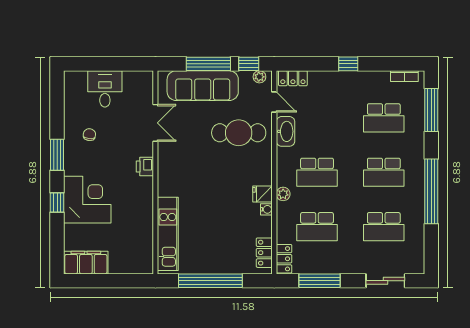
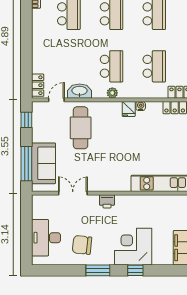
window: (208, 64) -> (26, 164), moved
window: (348, 64) -> (26, 42), removed
plant: (259, 77) -> (37, 111), removed
sofa: (203, 86) -> (44, 163), width x0.73
desk: (105, 89) -> (46, 238), width x1.37
chair: (89, 135) -> (82, 245), width x1.87, depth x1.87
plant: (283, 194) -> (112, 93), moved

